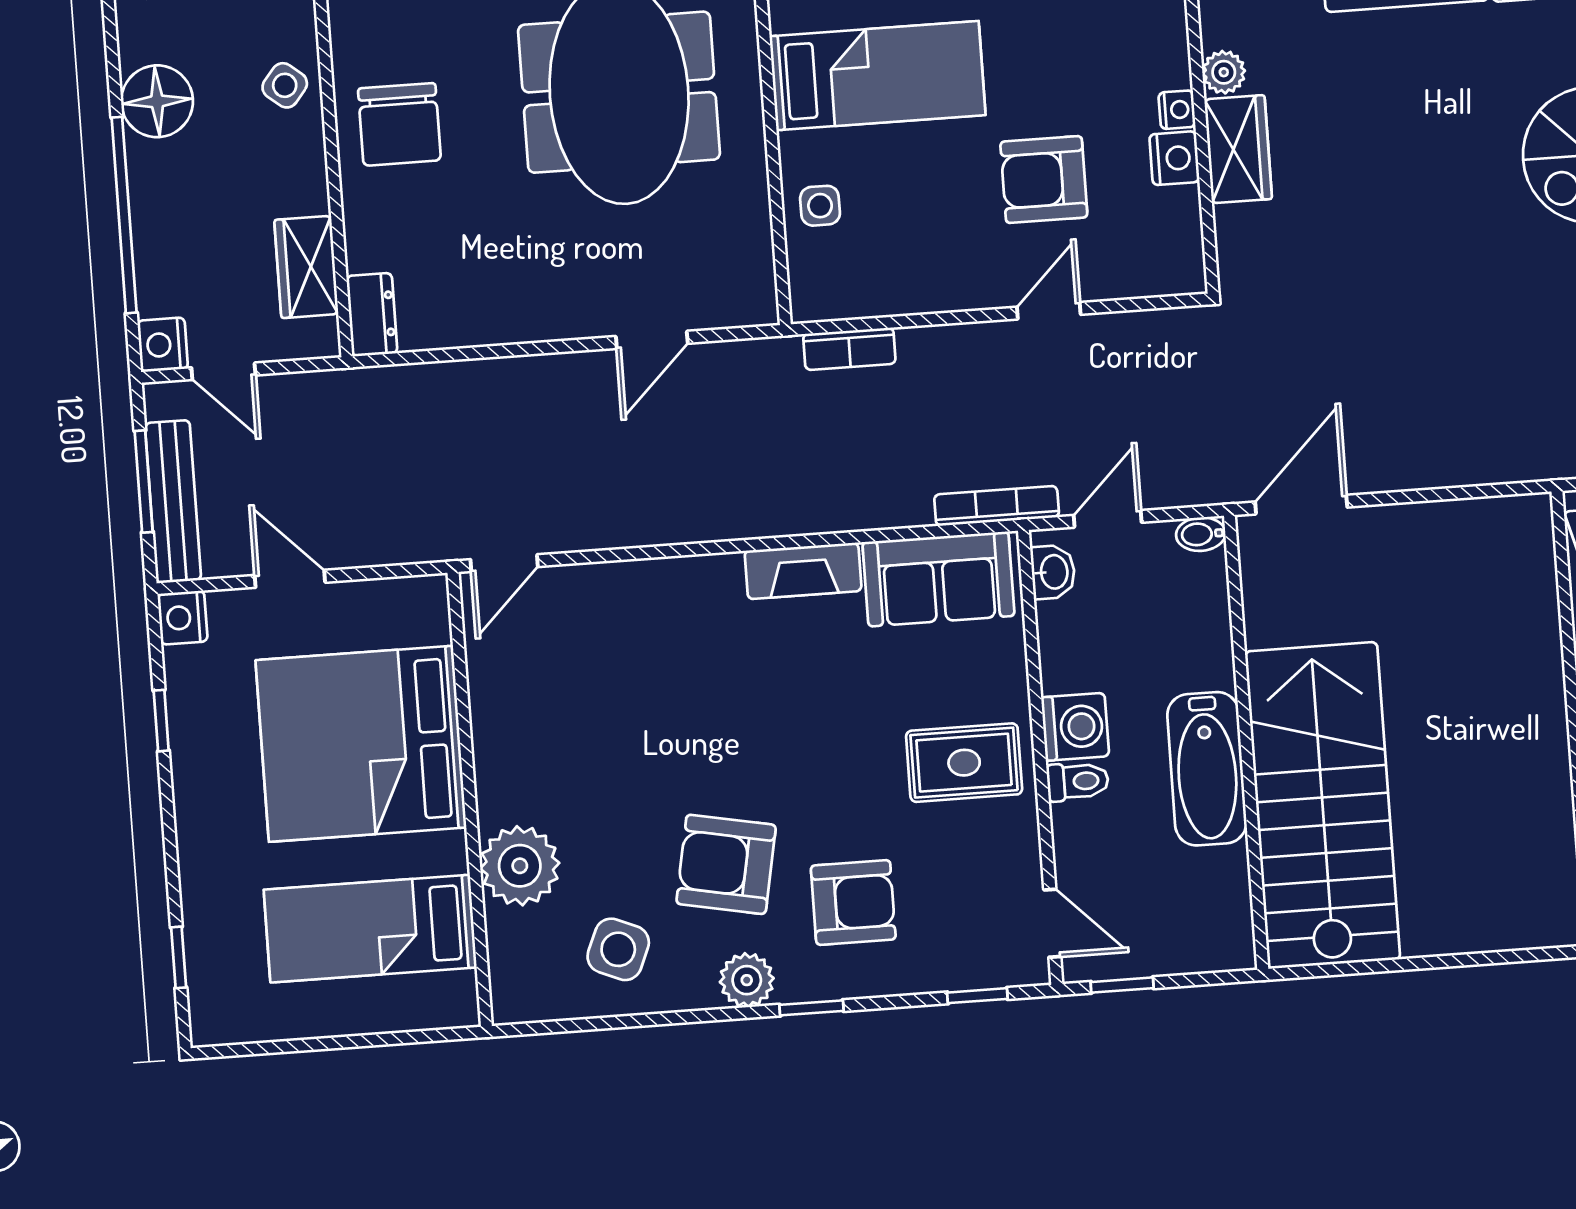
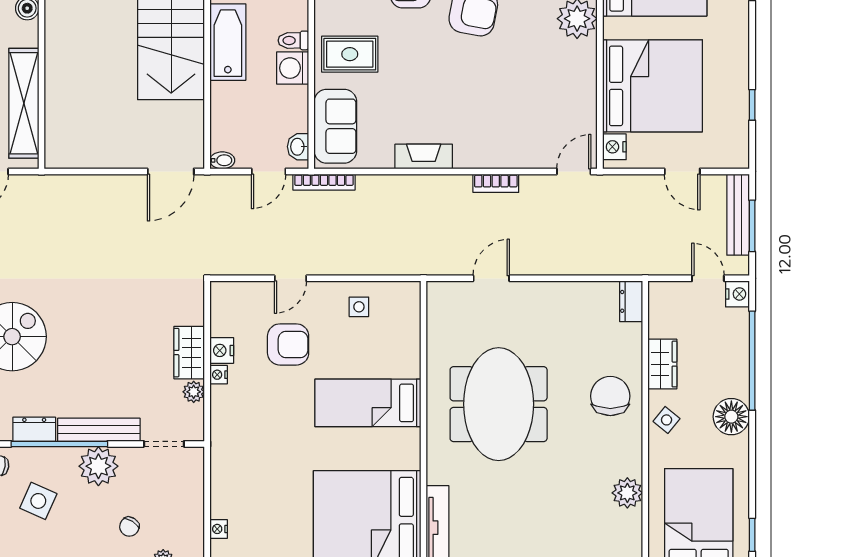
side table: (820, 206) -> (359, 307), moved
wardrobe: (306, 267) -> (662, 364), moved
bookcase: (849, 349) -> (496, 183), moved, turned 180
sofa: (938, 579) -> (335, 126), moved, turned 90
nightstand: (182, 618) -> (614, 147), moved, turned 180

